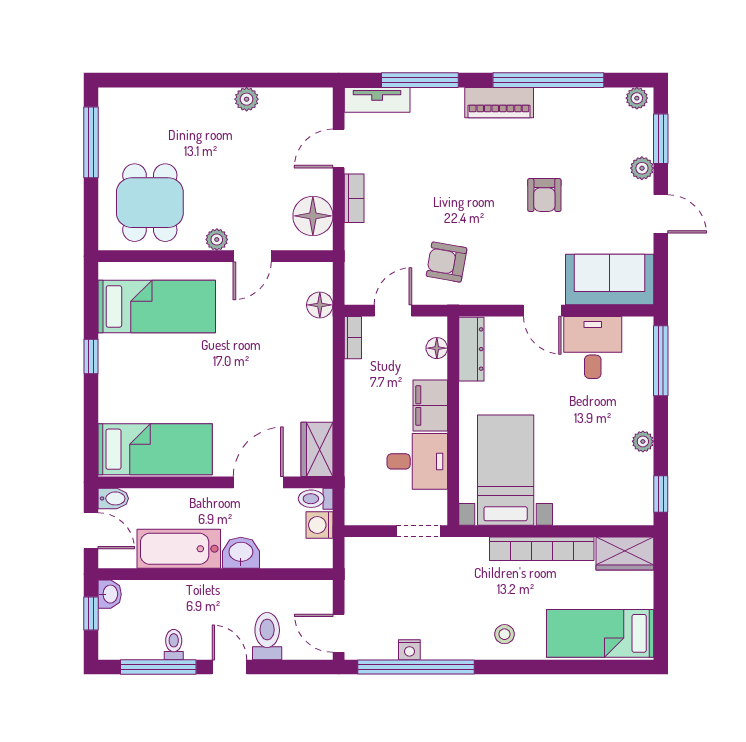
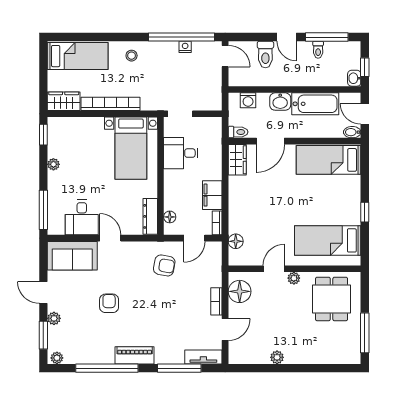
filing cabinet: (430, 406) -> (212, 195), moved, turned 180
washing machine: (319, 525) -> (248, 100), moved, turned 90

